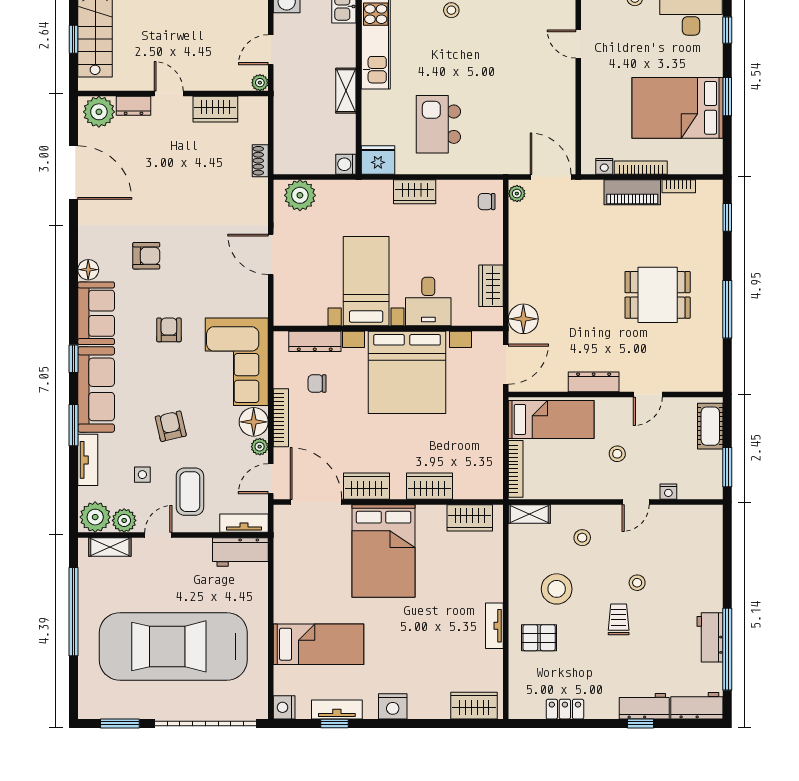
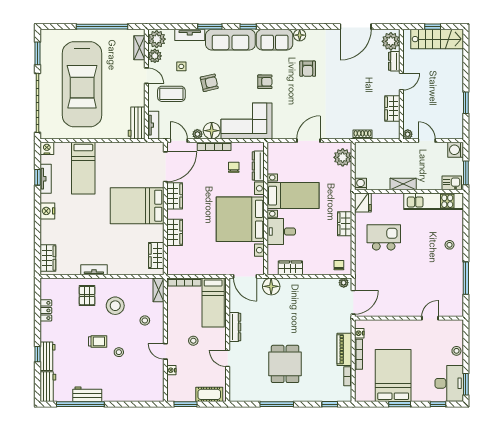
car: (173, 646) -> (82, 84), turned 180

